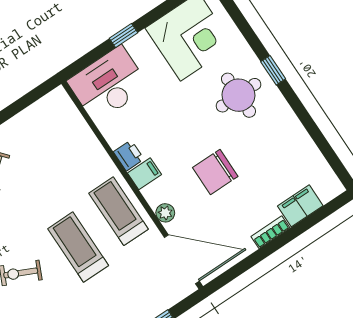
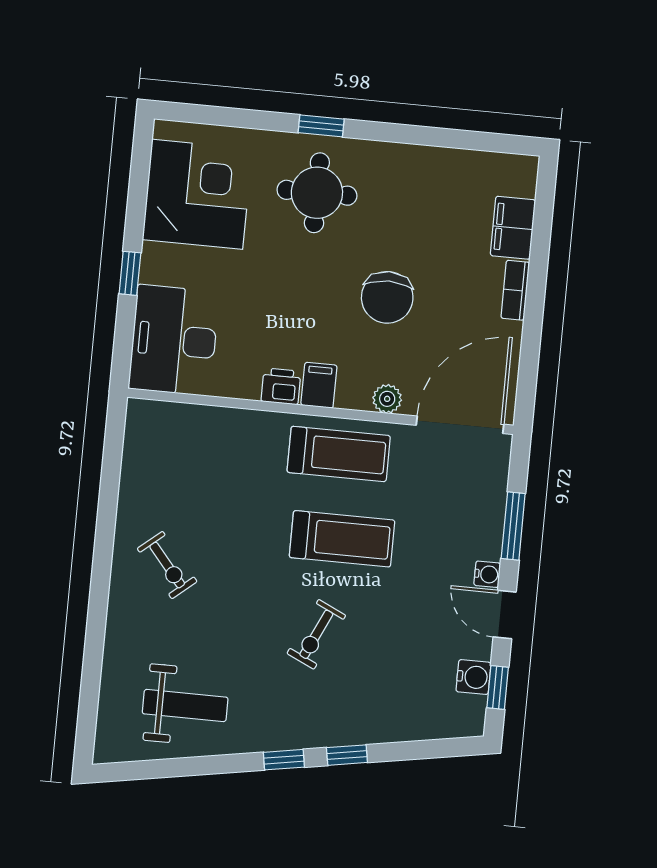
treadmill: (119, 211) -> (339, 454), turned 180
treadmill: (78, 247) -> (342, 539), turned 180

